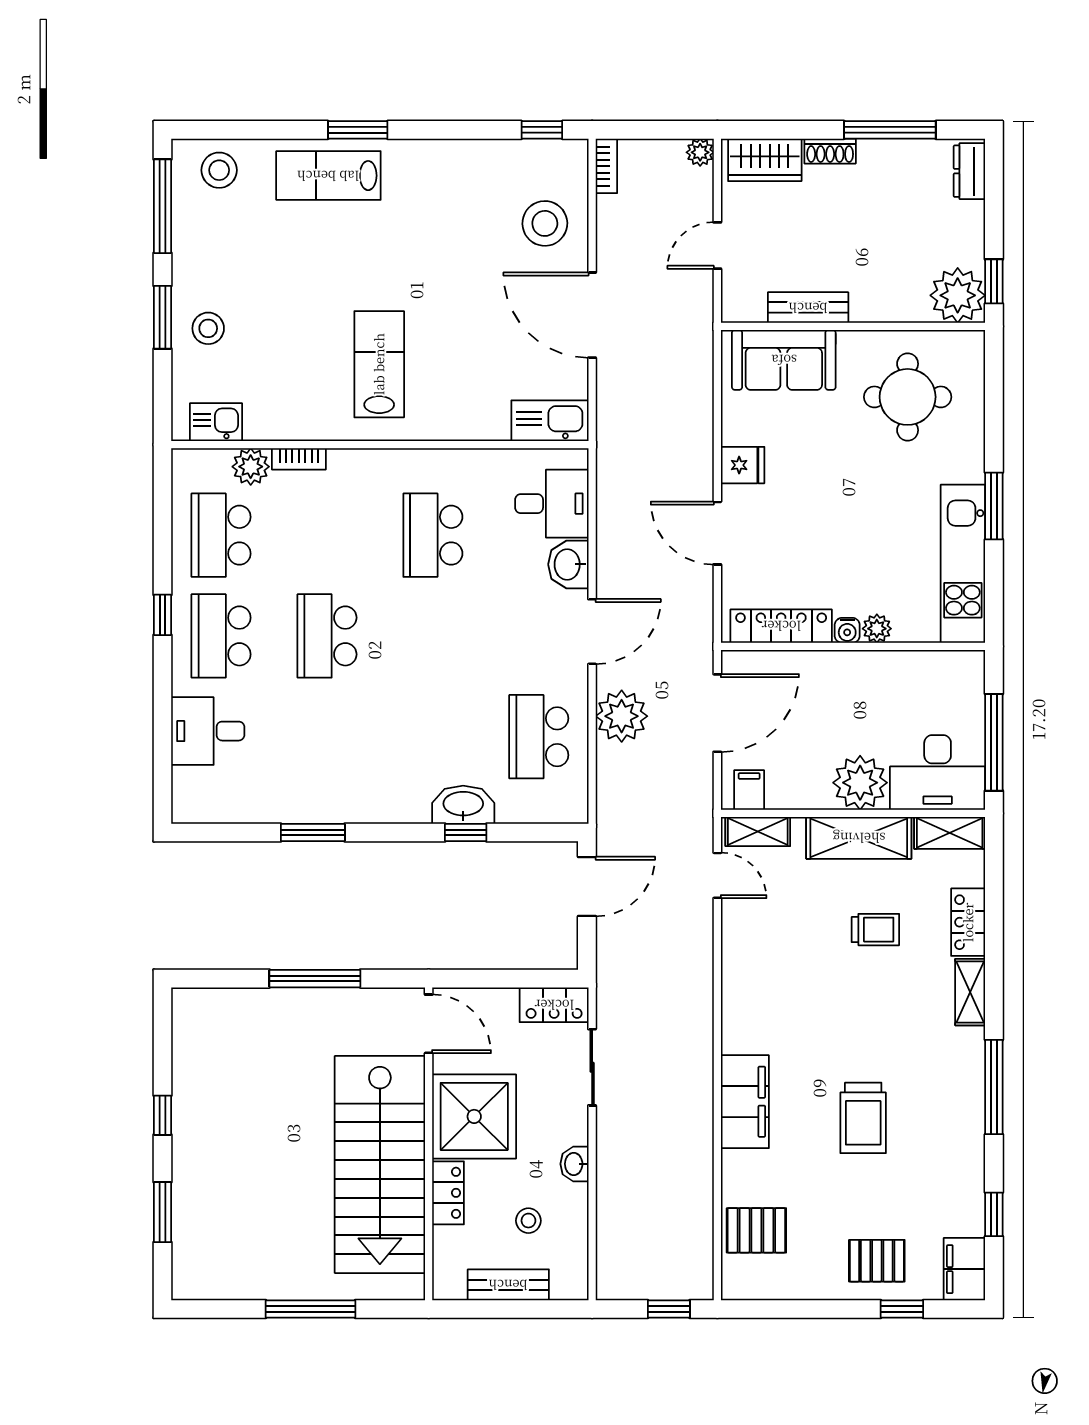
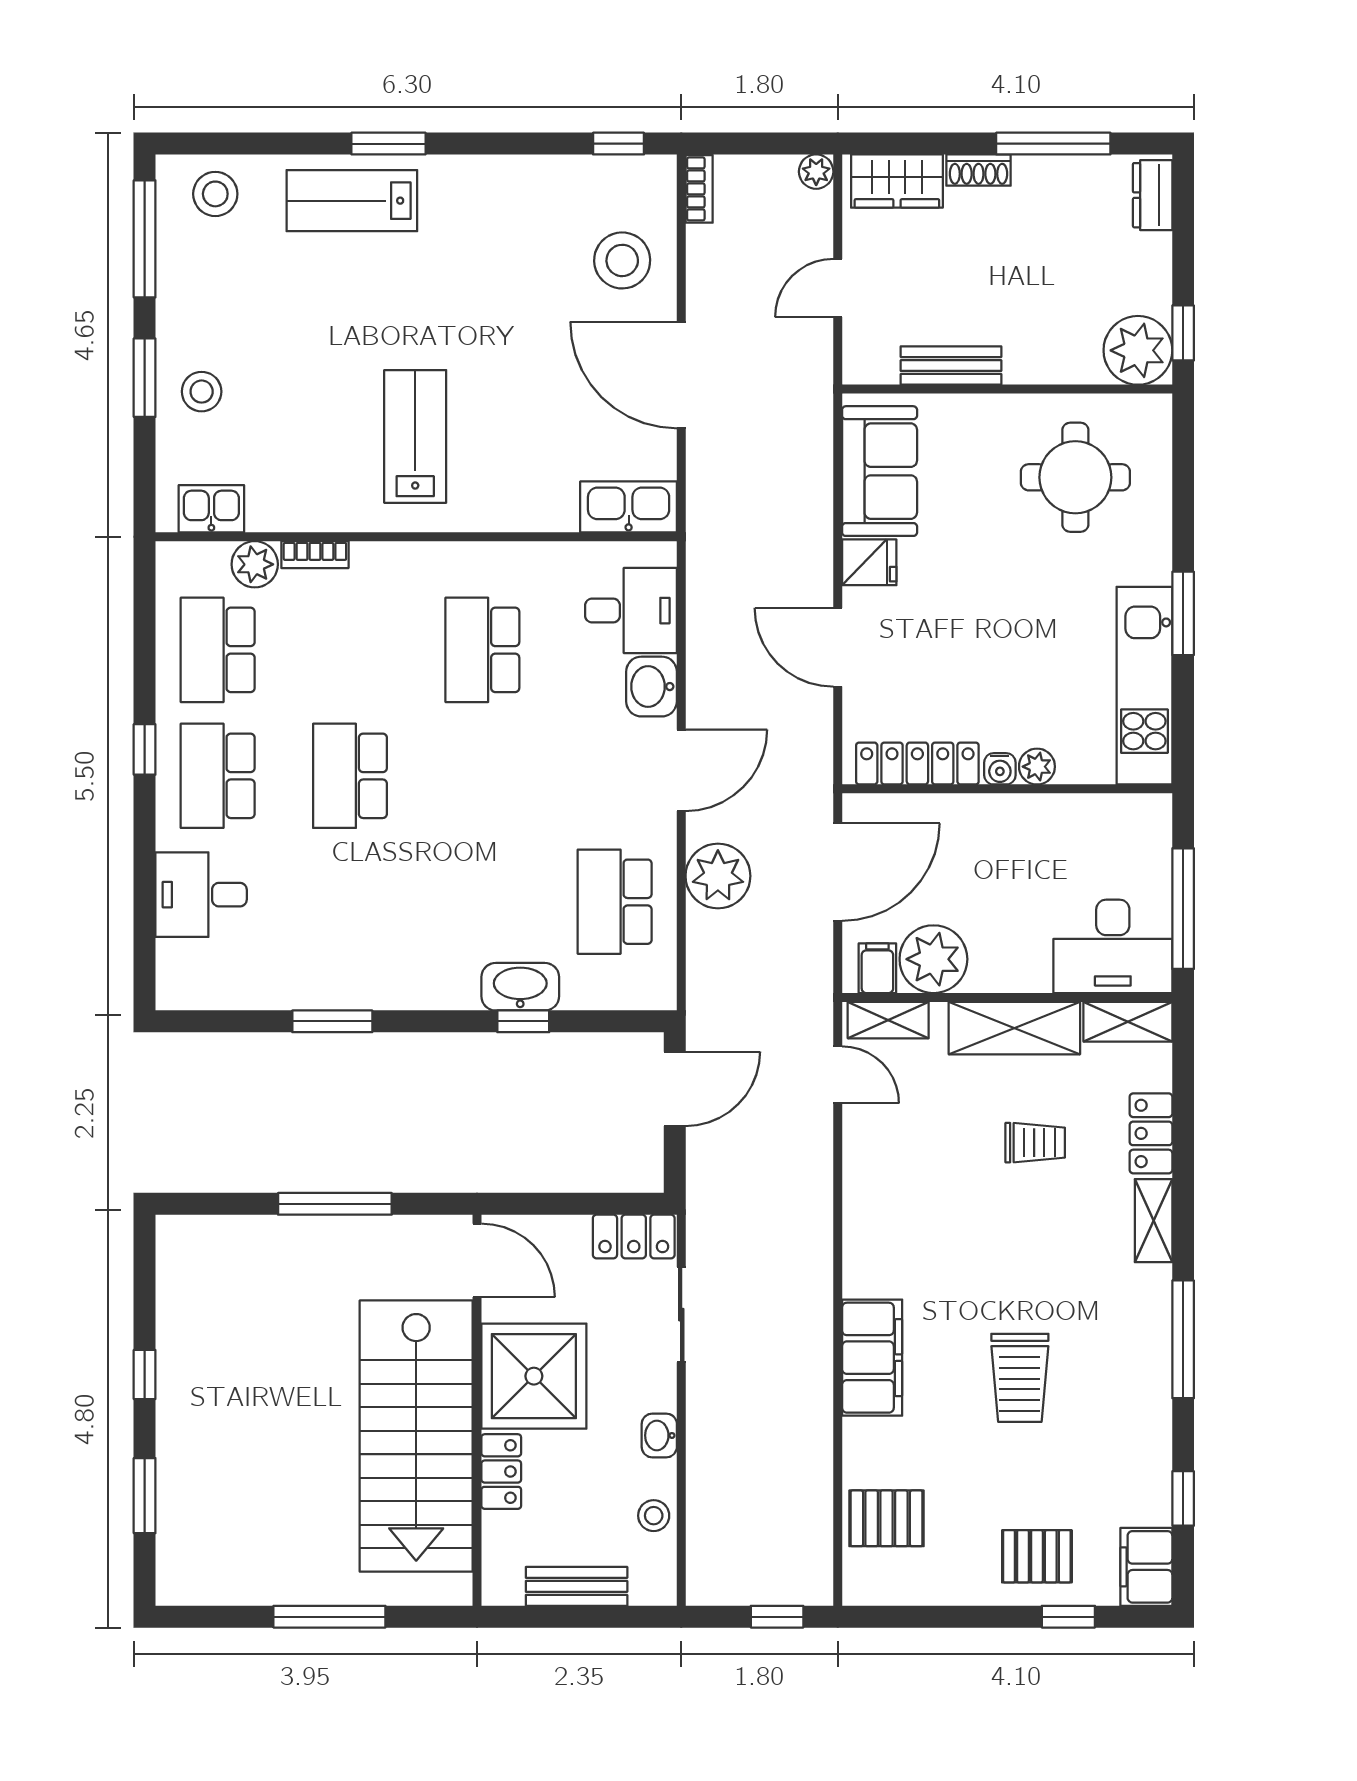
sofa: (784, 360) -> (880, 471), moved, turned -90
plant: (860, 783) -> (933, 959), moved
stool: (528, 1221) -> (654, 1516), moved

